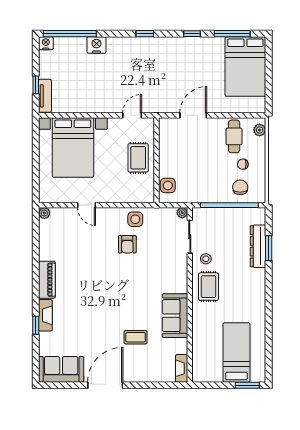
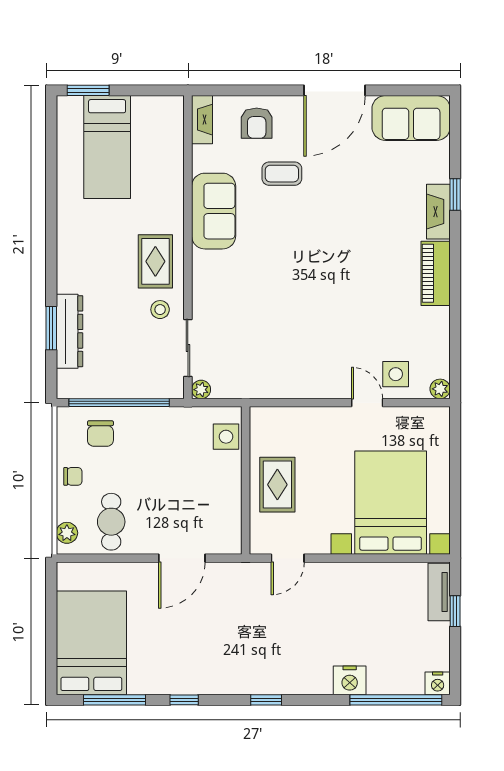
chair: (243, 164) -> (73, 476), moved
side table: (135, 219) -> (396, 374), moved
armchair: (127, 244) -> (257, 123), moved, turned 180

